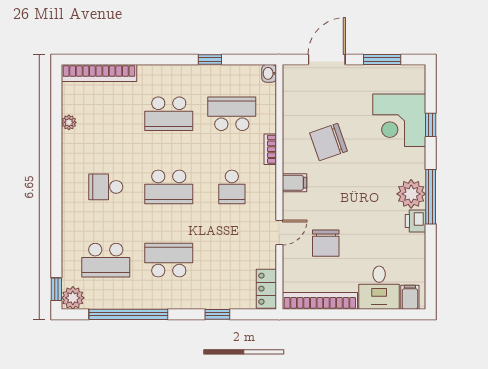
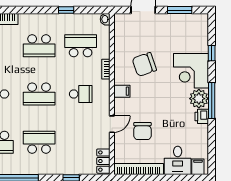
corner desk: (399, 120) -> (191, 71), moved
school desk: (232, 187) -> (81, 94), turned -90

